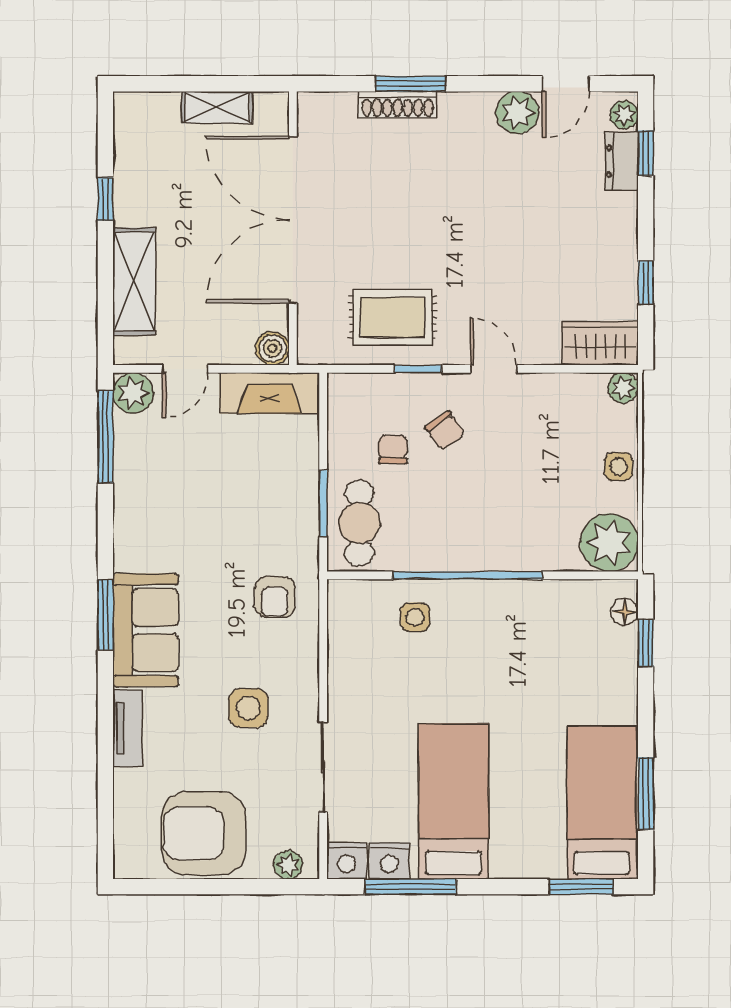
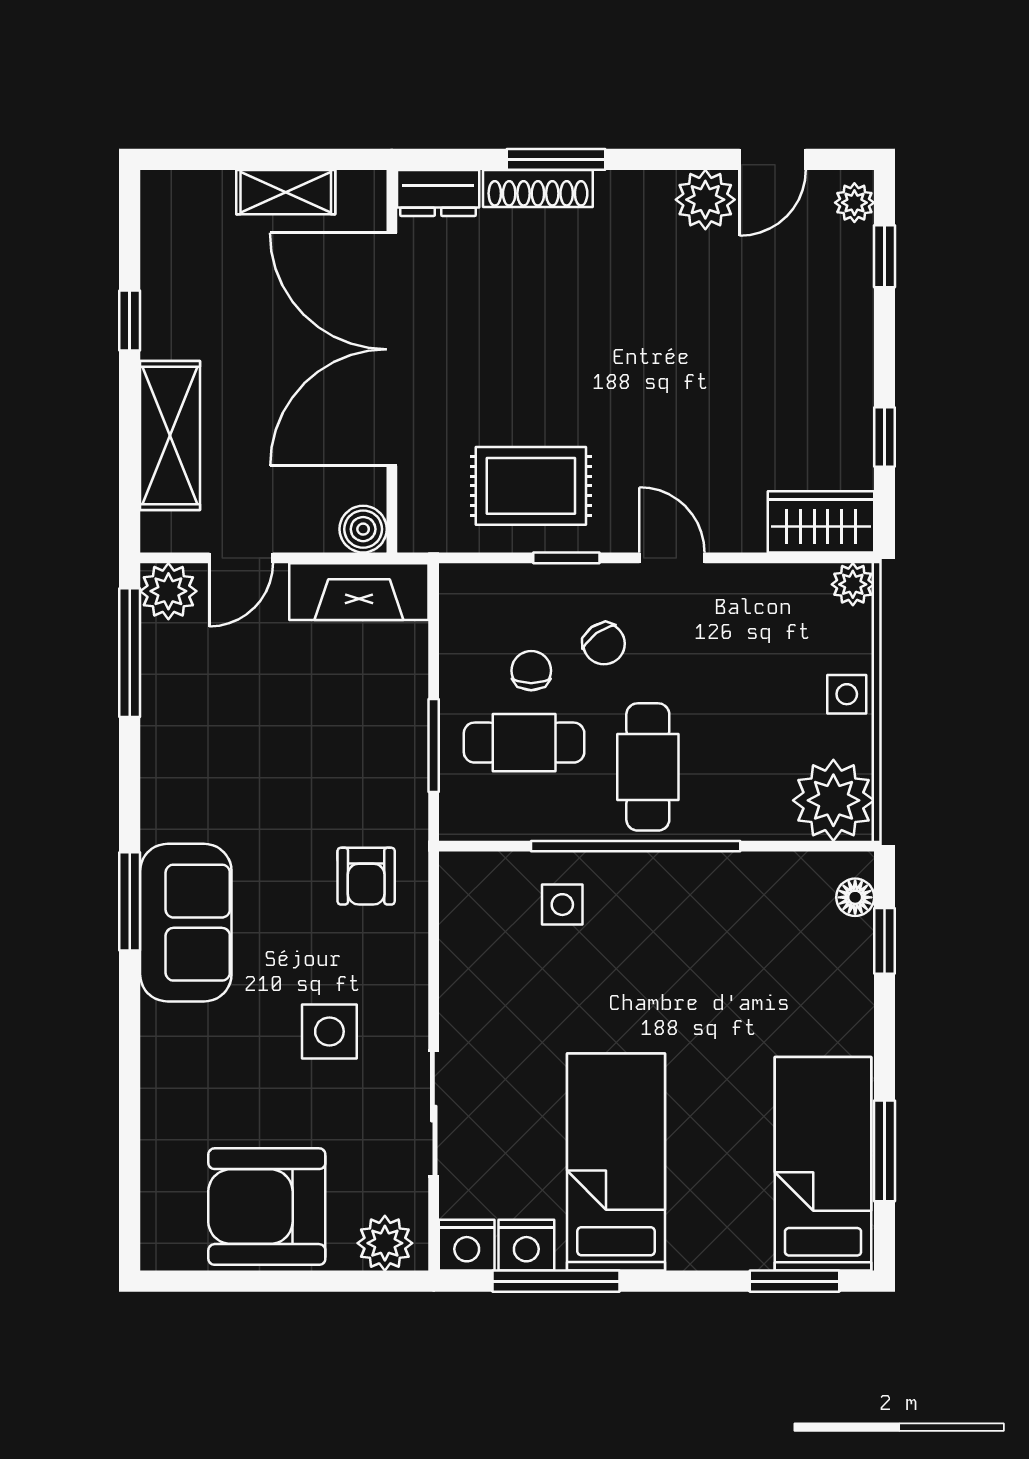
dresser: (622, 161) -> (438, 193), moved, turned -90
cafe table: (476, 519) -> (648, 767), added
cafe table: (359, 523) -> (524, 743), moved, turned 90
tv unit: (128, 728) -> (161, 1060), removed
plant: (288, 865) -> (385, 1243), width x1.38, depth x1.38

